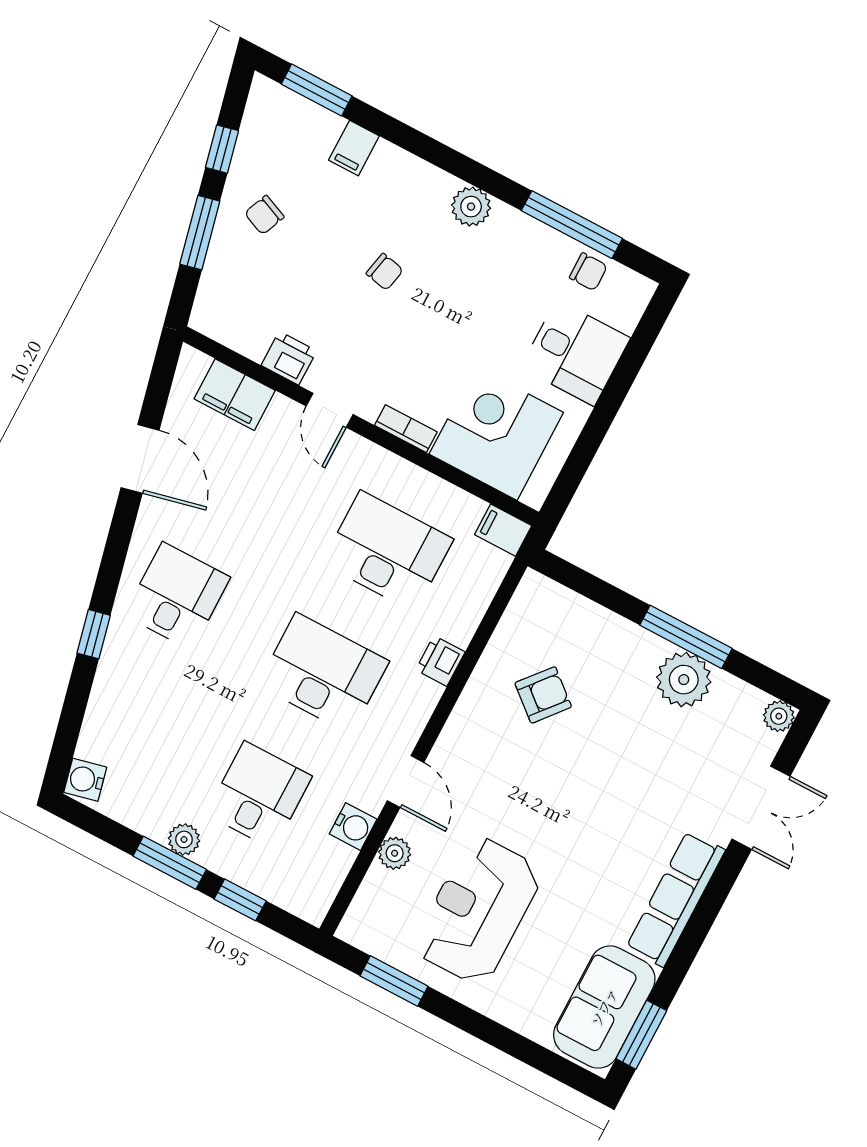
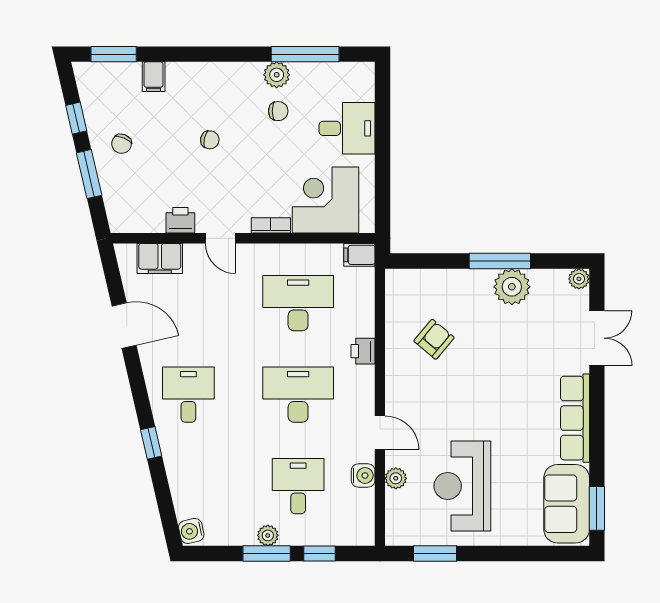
plant: (471, 207) -> (277, 75), moved
chair: (588, 272) -> (278, 111), moved

